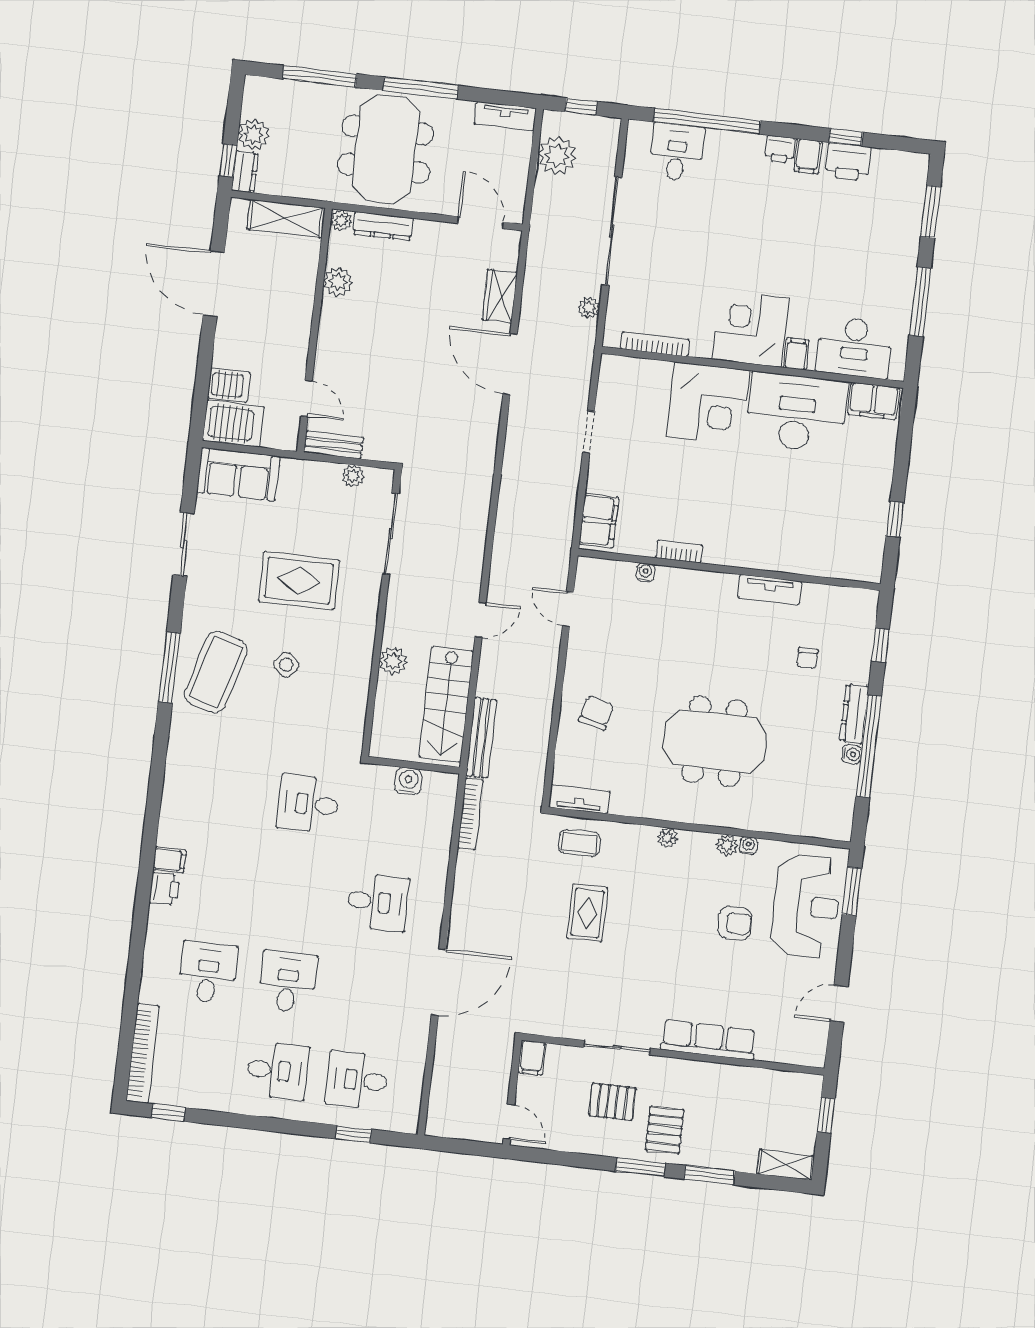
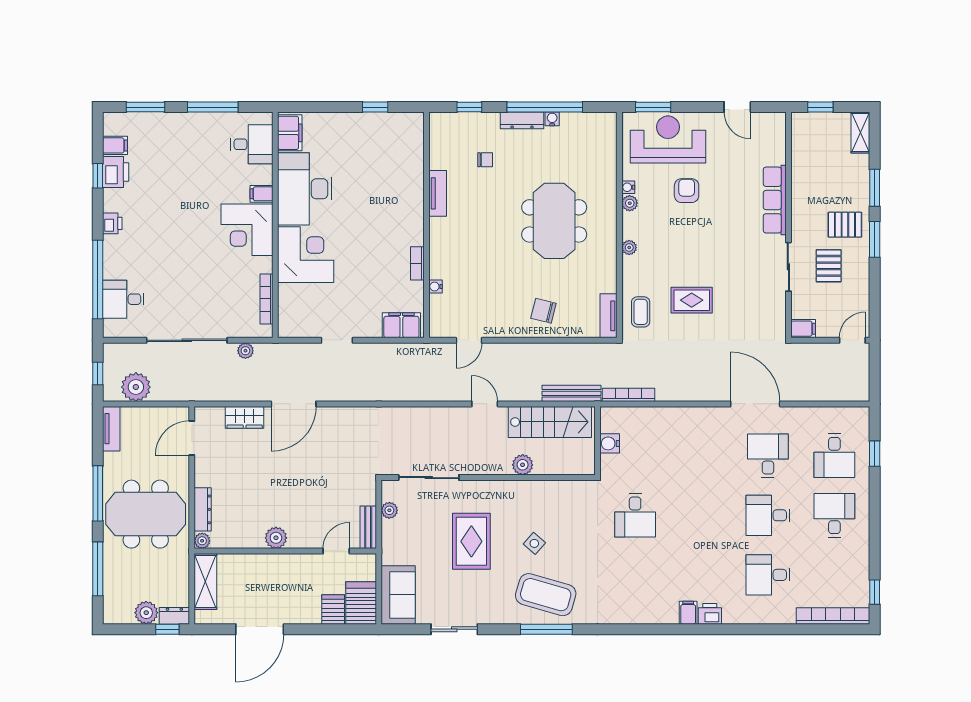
filing cabinet: (808, 156) -> (115, 145), moved
plant: (338, 282) -> (276, 538), moved
desk: (854, 347) -> (252, 144), width x0.73
desk: (378, 902) -> (768, 456), moved

